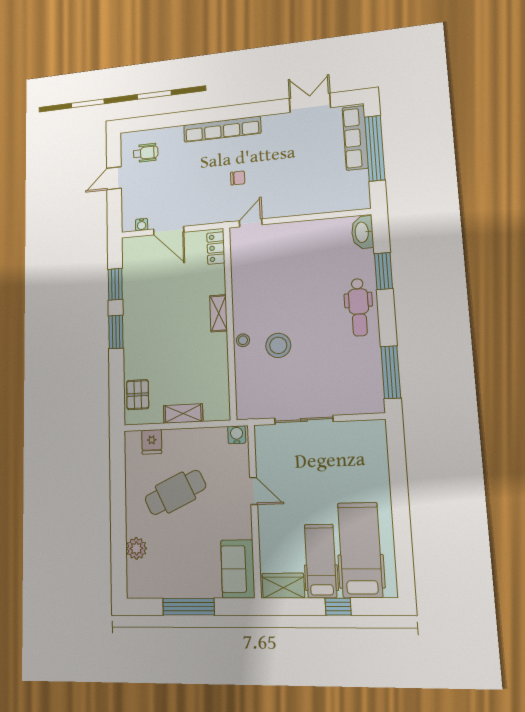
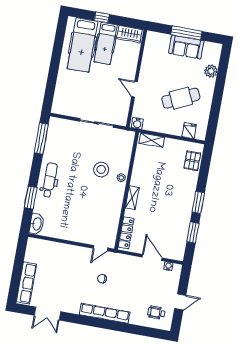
window: (375, 148) -> (17, 273), removed
locker: (216, 248) -> (126, 233), width x1.53
shelving: (183, 414) -> (152, 140), moved
sofa: (238, 569) -> (186, 47), moved, turned 90

